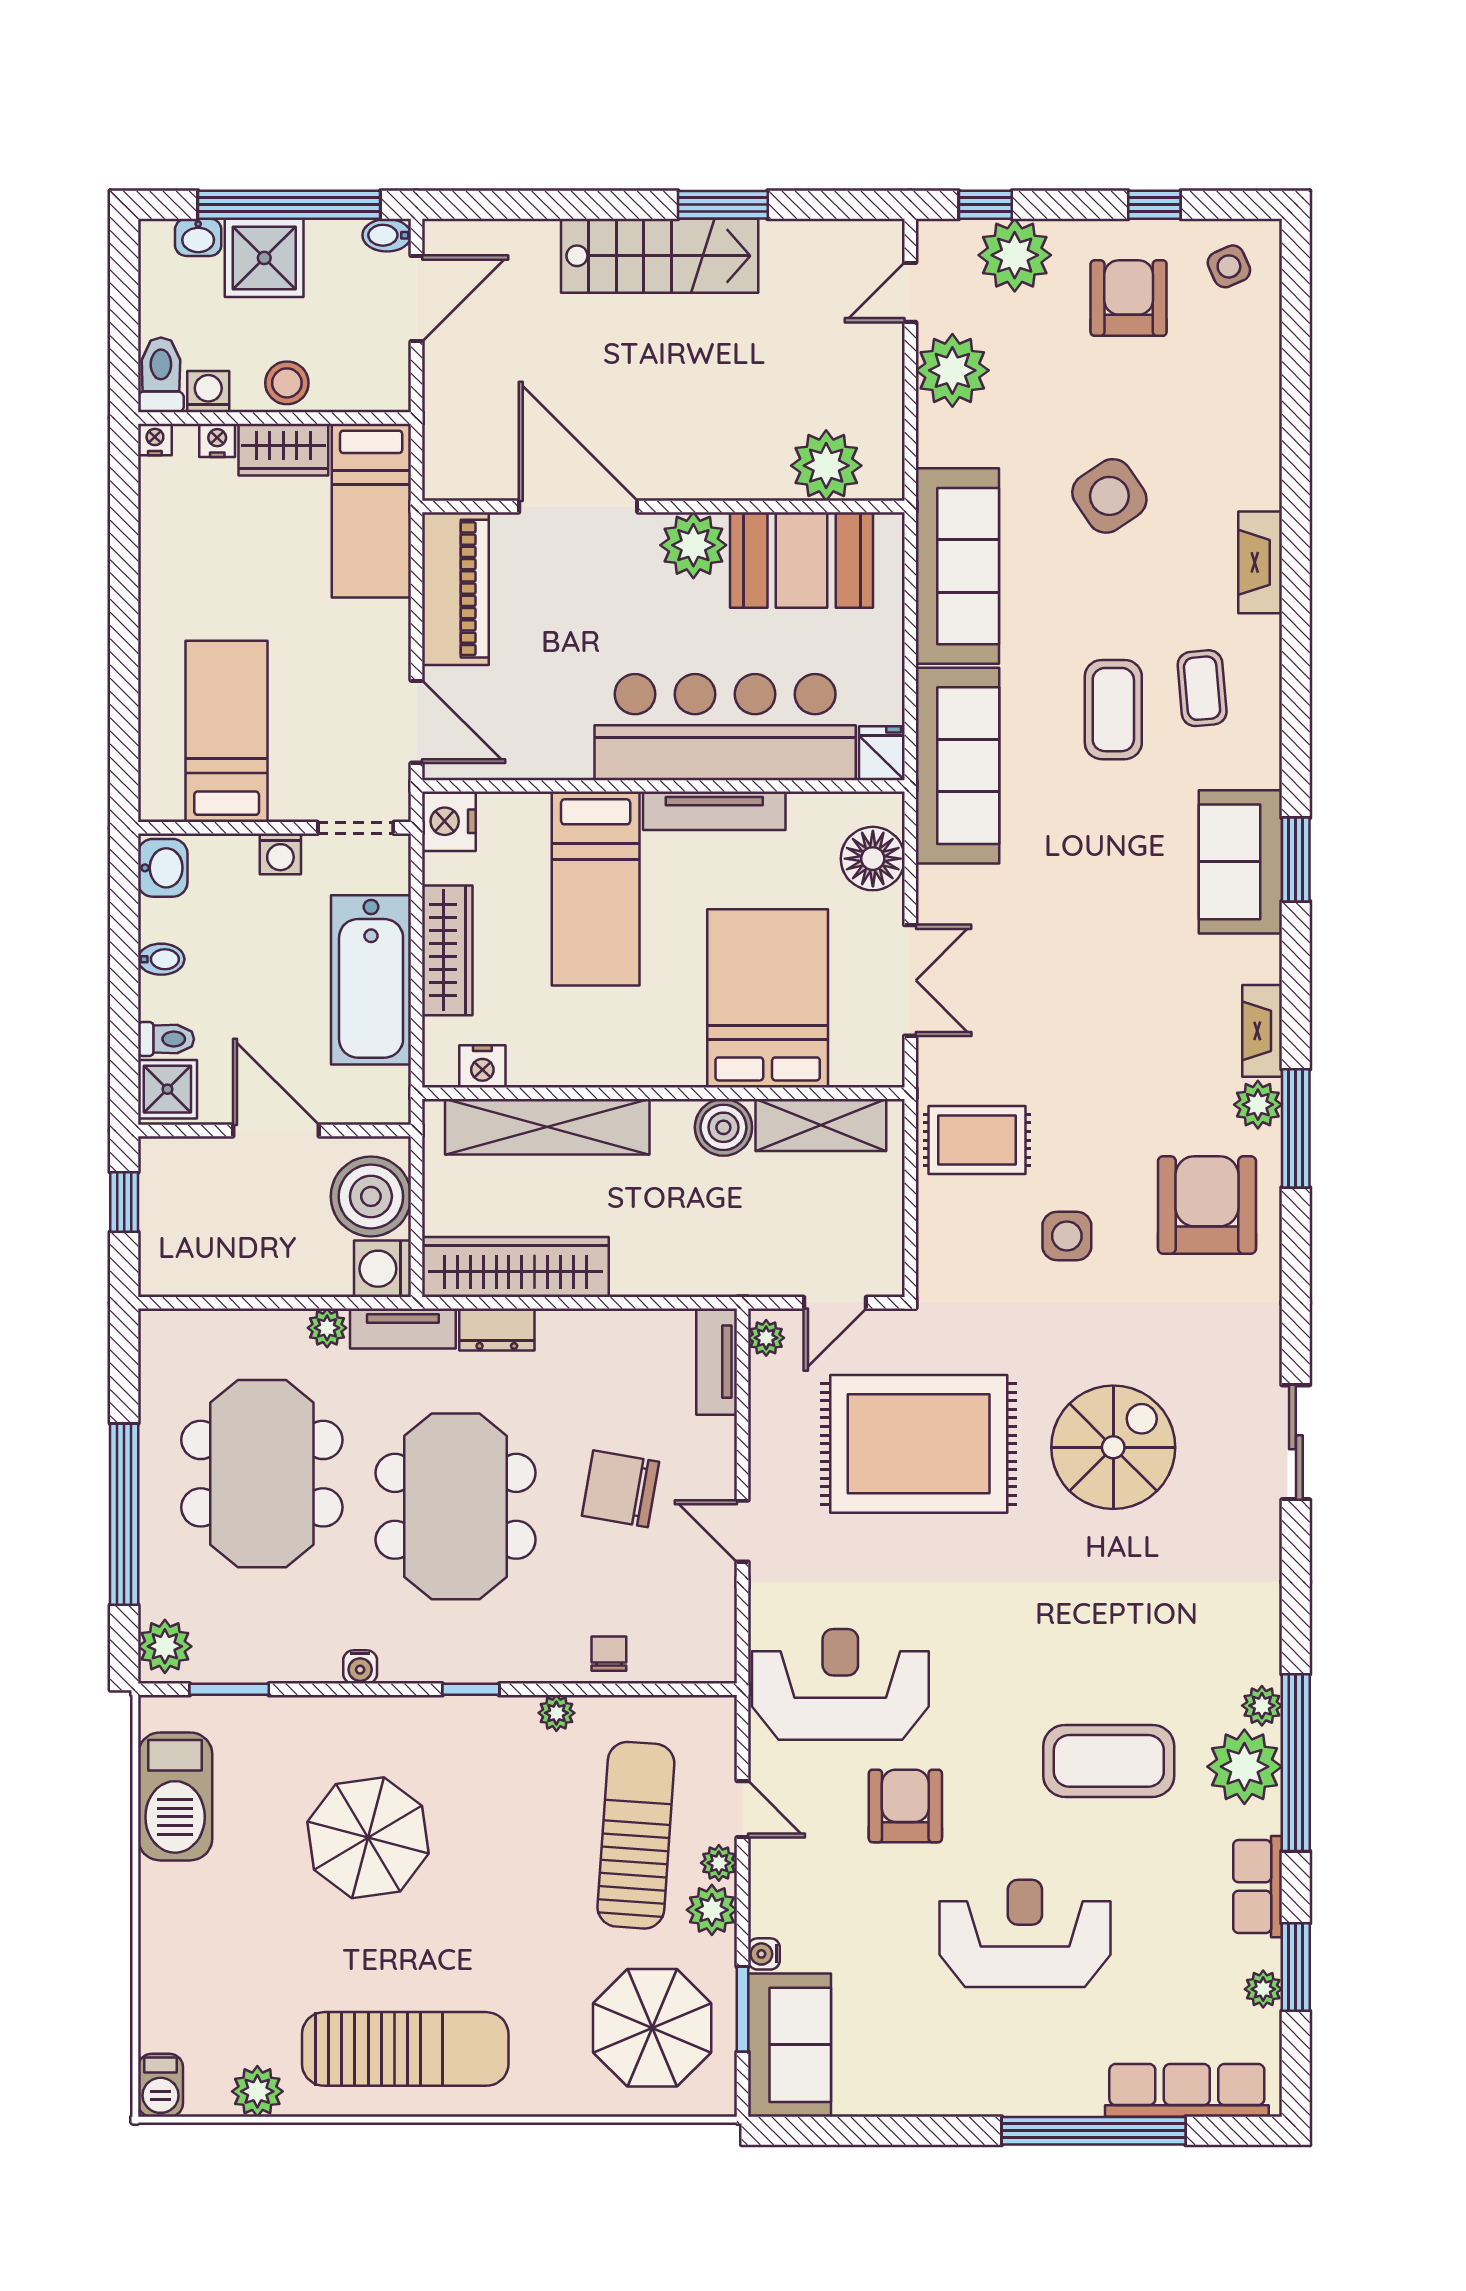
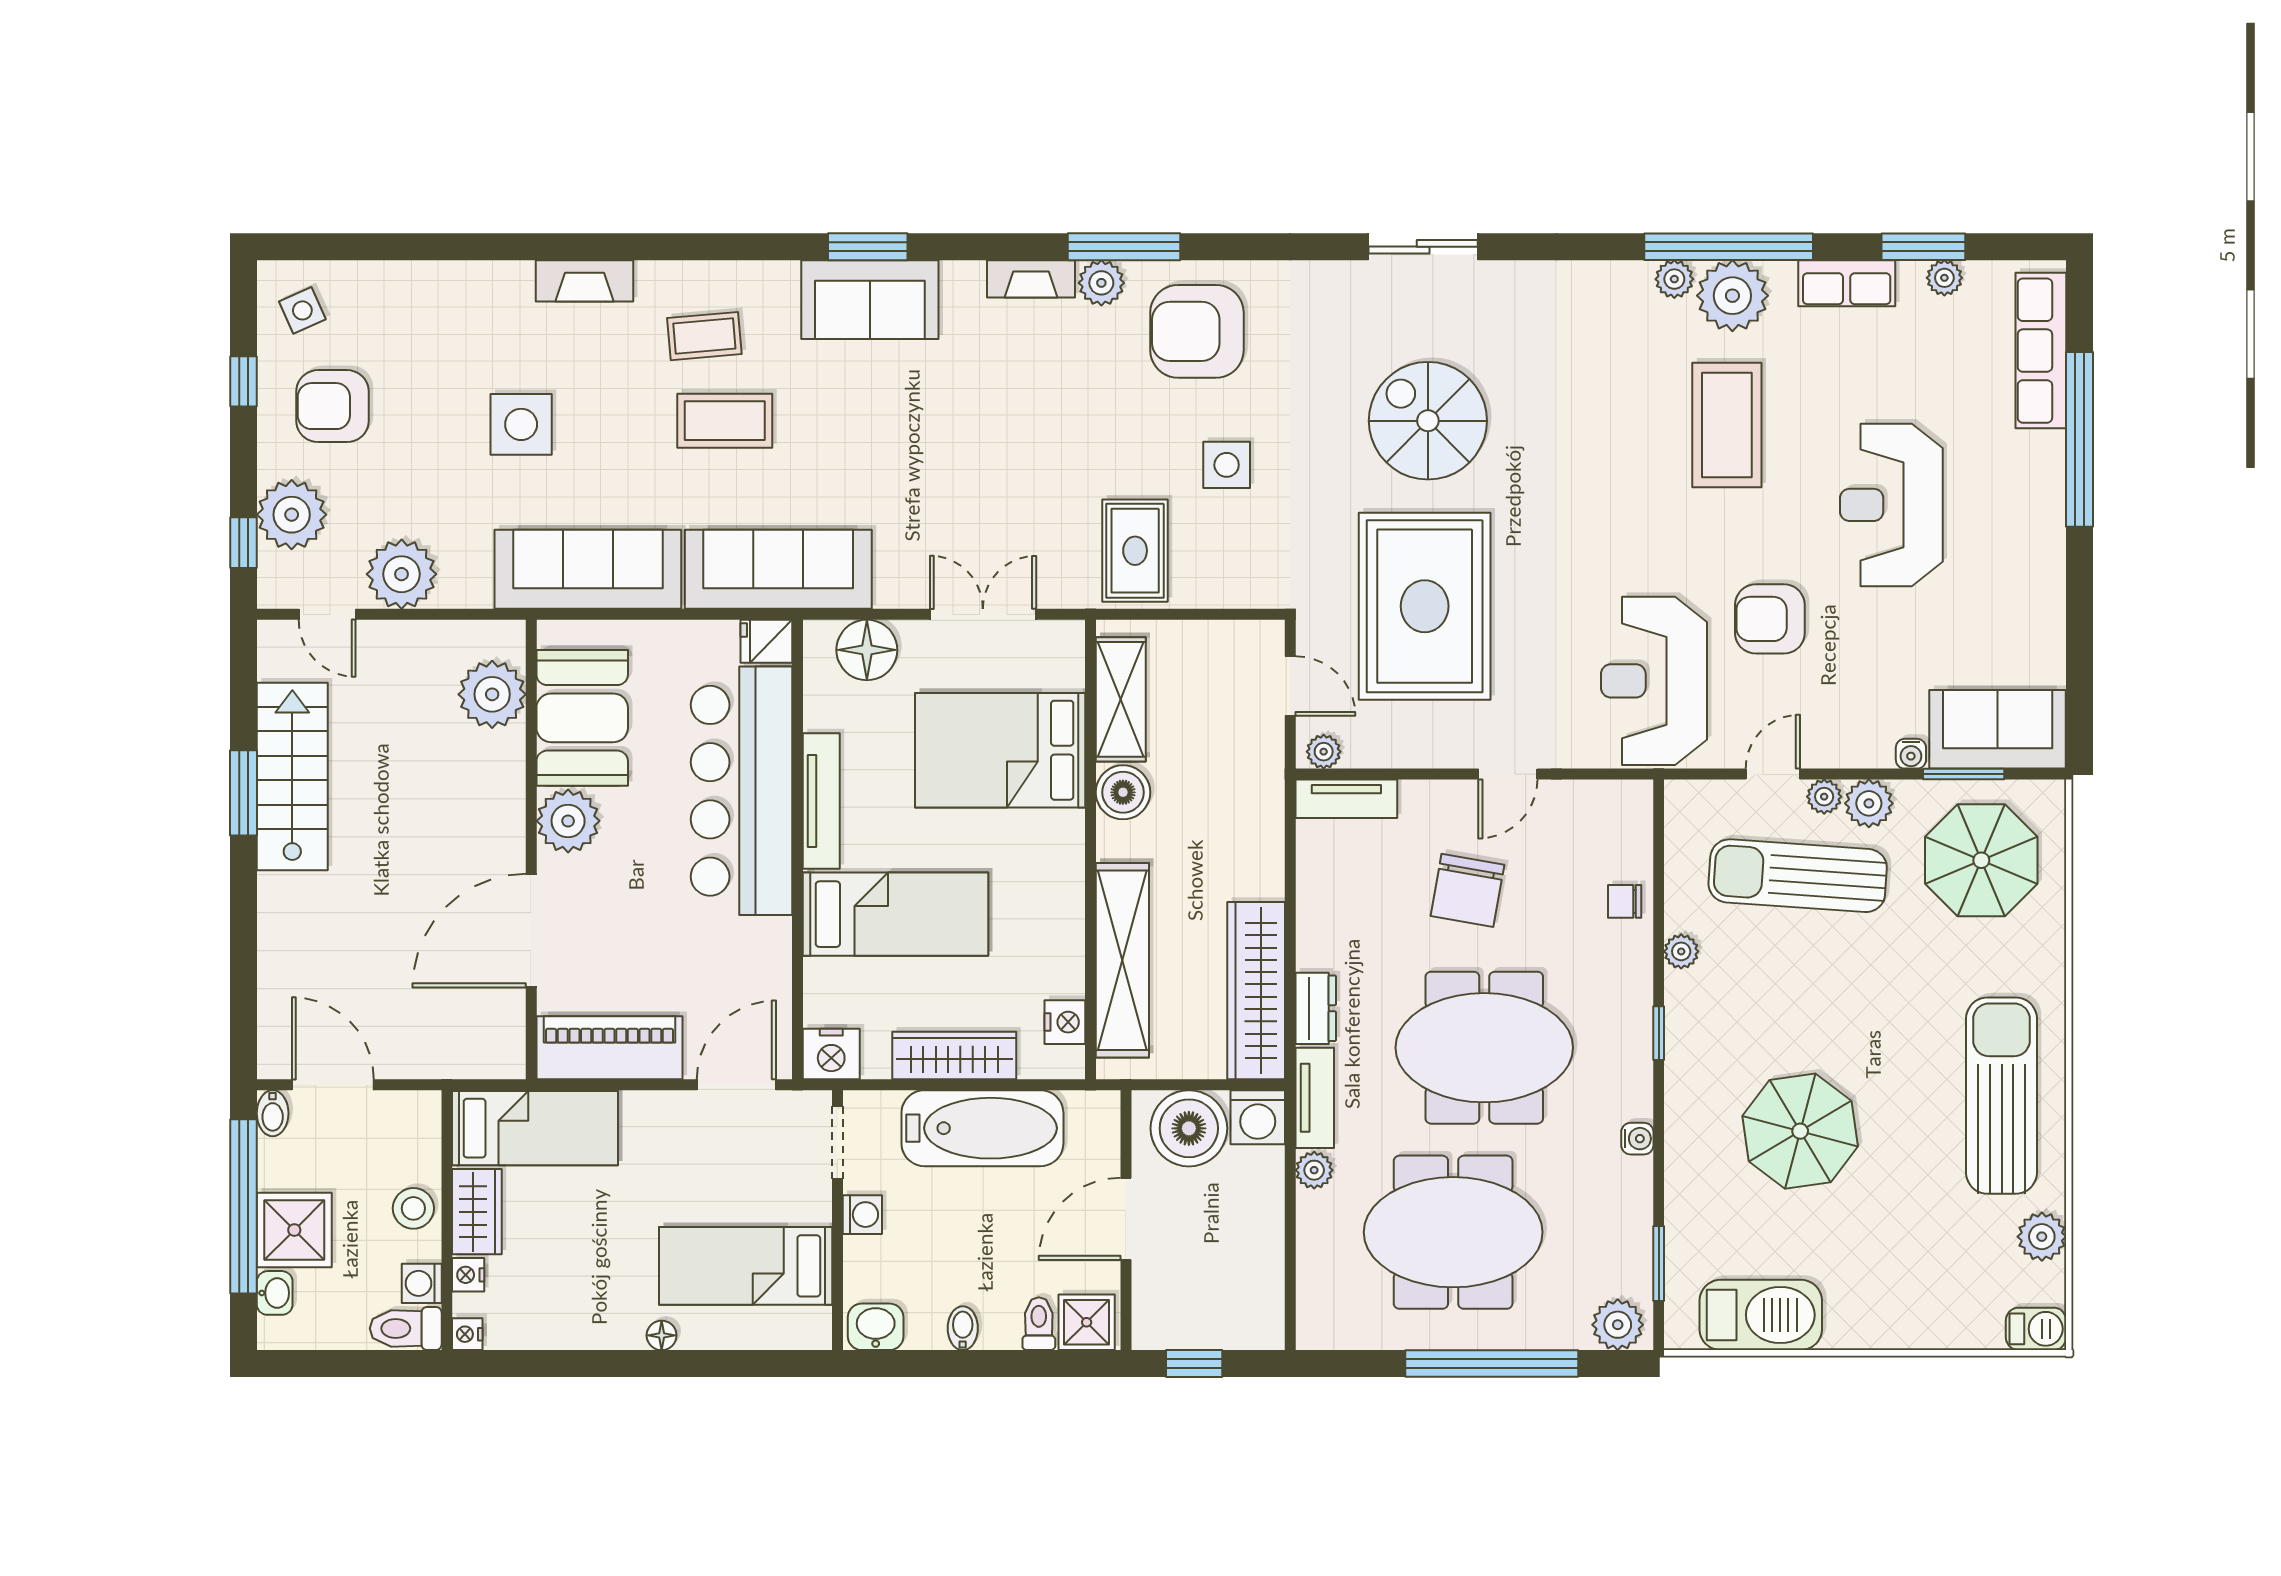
stairs: (660, 256) -> (292, 776), moved
side table: (1109, 496) -> (521, 424), turned 34
floor lamp: (154, 643) -> (662, 1335), added

